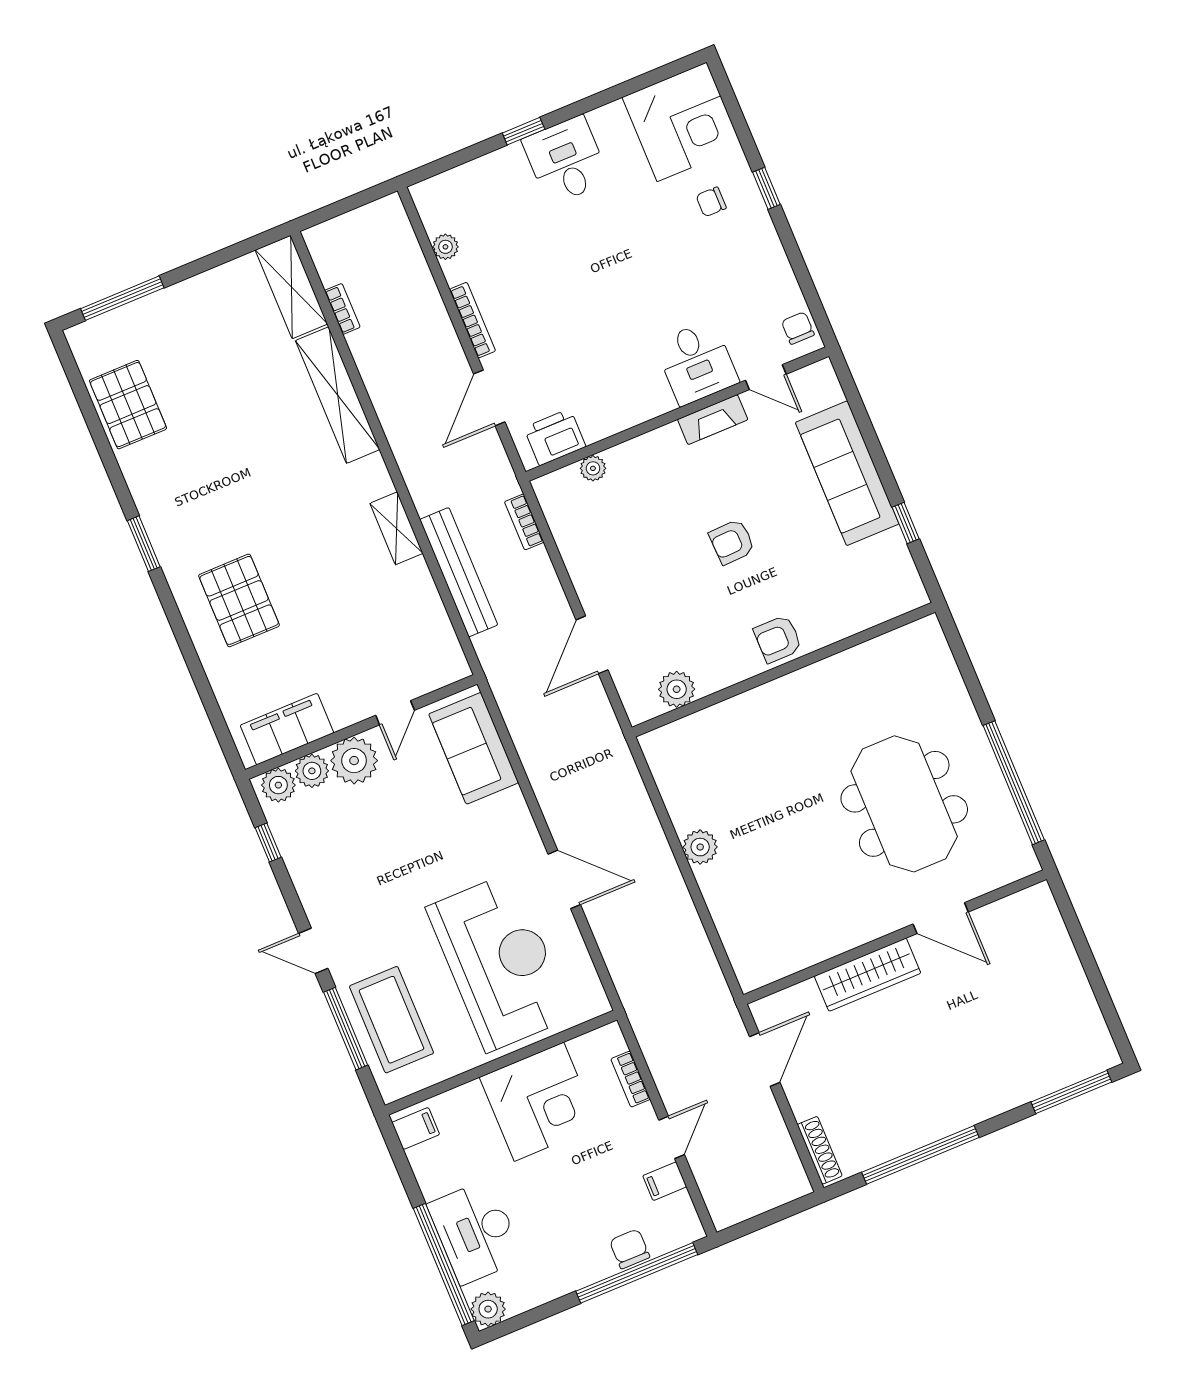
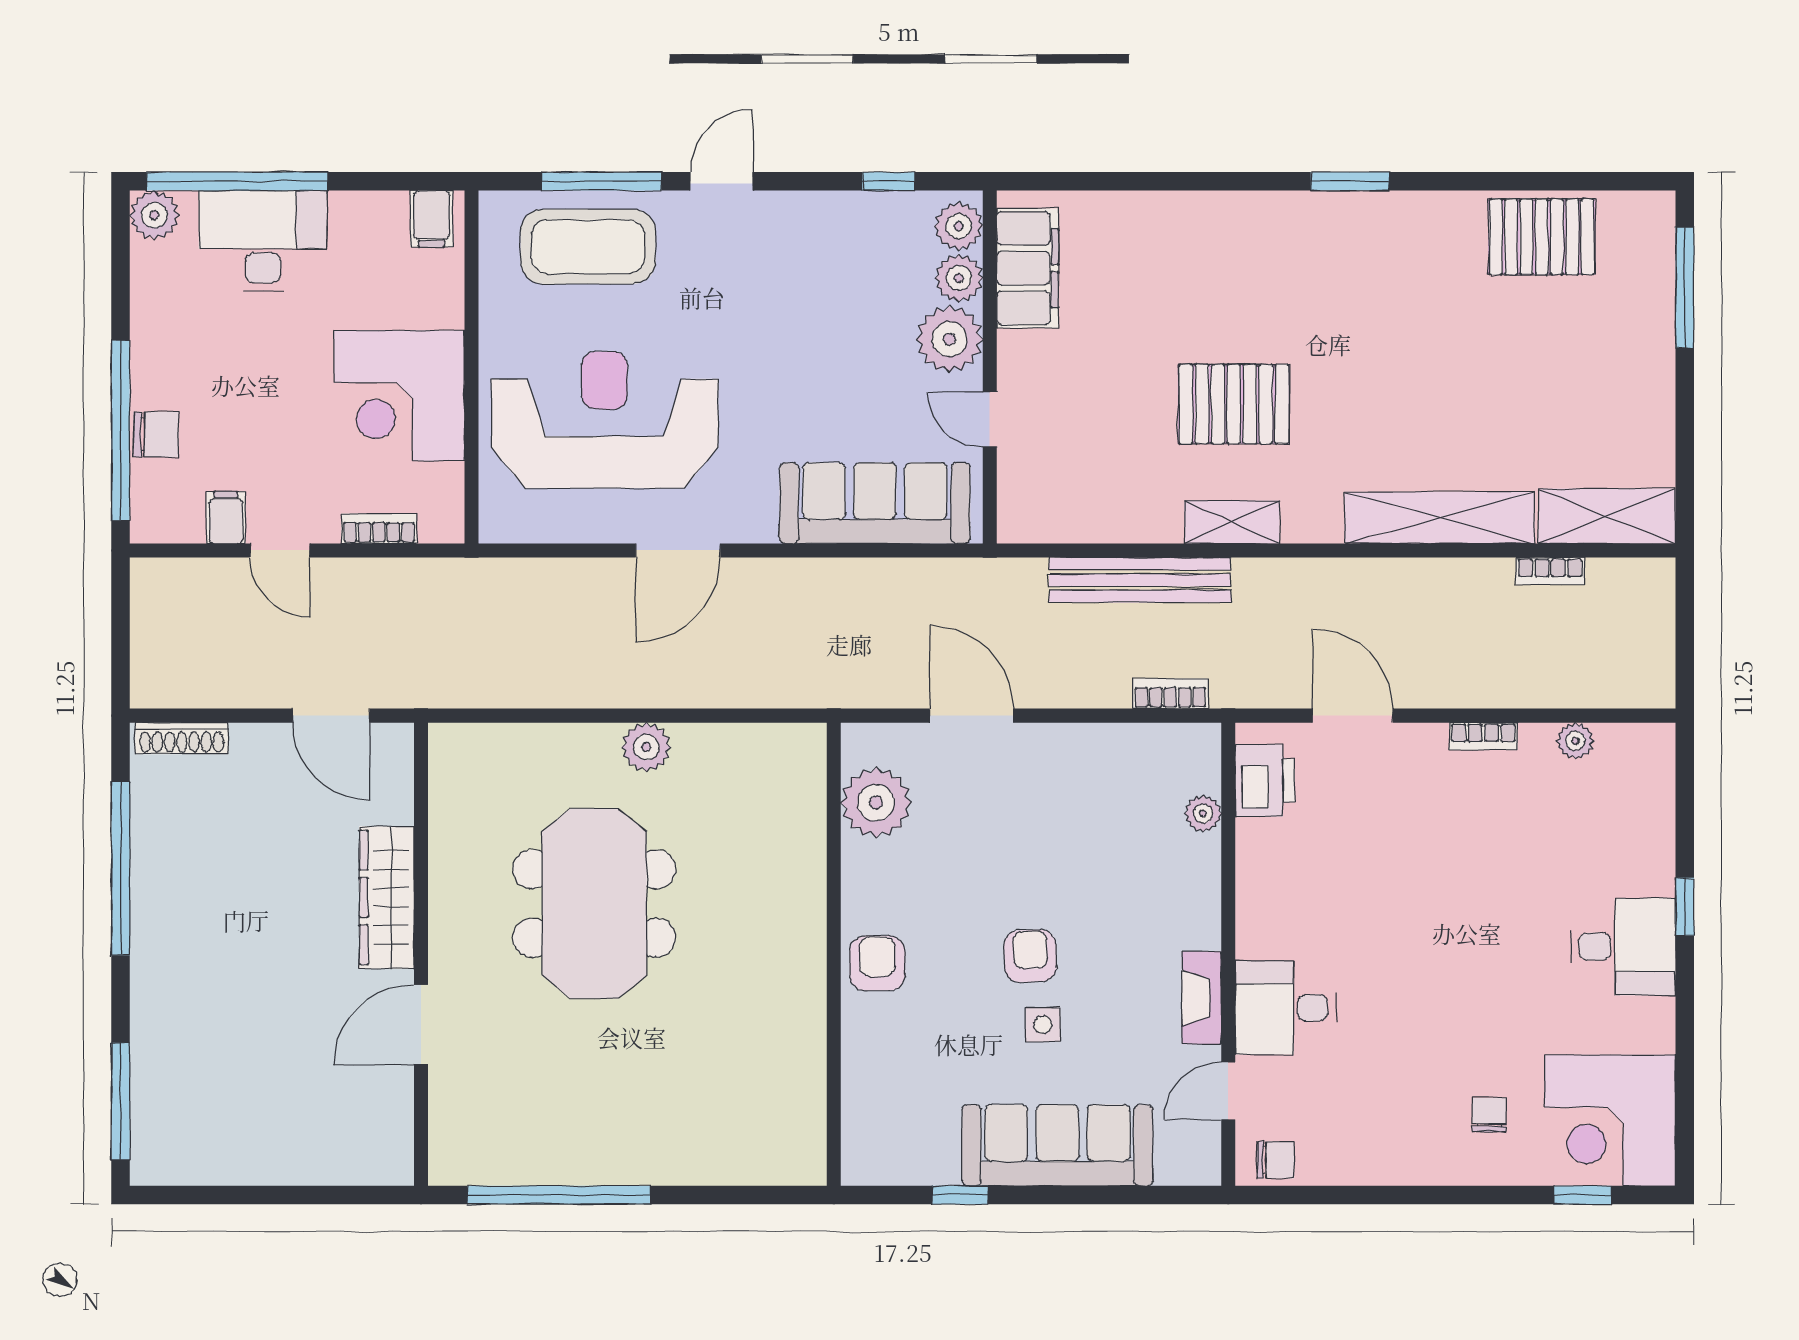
window: (766, 188) -> (1583, 1195), moved
bookcase: (472, 320) -> (1483, 736), width x0.64
side table: (773, 515) -> (1043, 1025), added
pallet: (239, 600) -> (1234, 404), moved
plant: (677, 689) -> (876, 803), width x1.36, depth x1.36
sofa: (474, 748) -> (875, 503), width x1.36
meeting table: (904, 804) -> (594, 903), moved, turned 90
reception desk: (499, 962) -> (605, 420), turned 180

